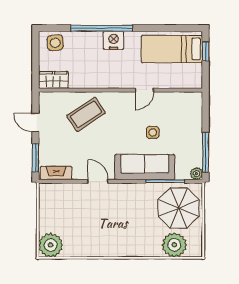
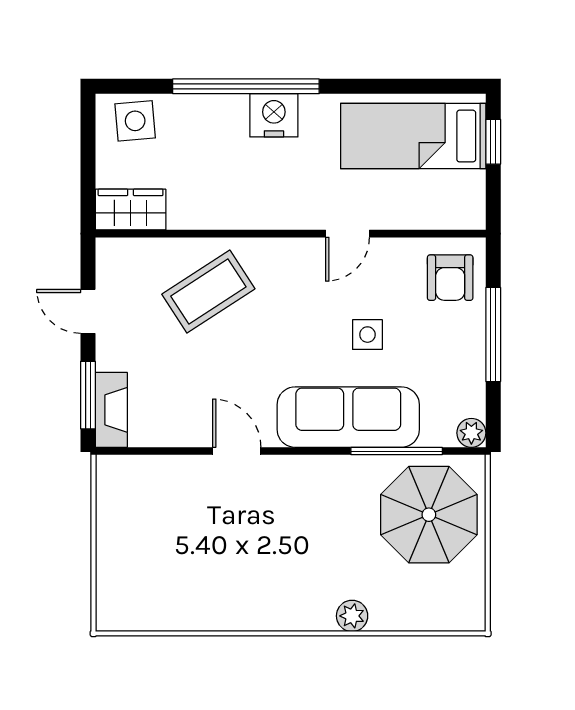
armchair: (188, 109) -> (450, 278), added
window: (206, 152) -> (493, 335), moved
fireplace: (56, 173) -> (111, 410), moved, turned 90
plant: (51, 245) -> (124, 603), removed
plant: (174, 245) -> (352, 616), moved, width x0.53, depth x0.53

